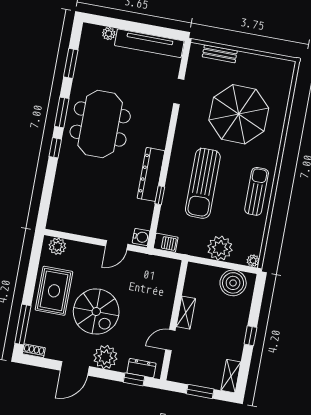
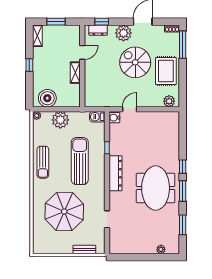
tv unit: (149, 43) -> (133, 248), removed
dresser: (151, 174) -> (115, 173), moved

